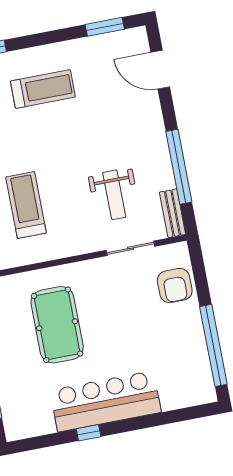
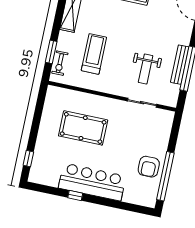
bench: (173, 213) -> (180, 65), moved, width x1.36
armchair: (175, 286) -> (149, 167), moved
pool table: (57, 325) -> (83, 128), turned 90

